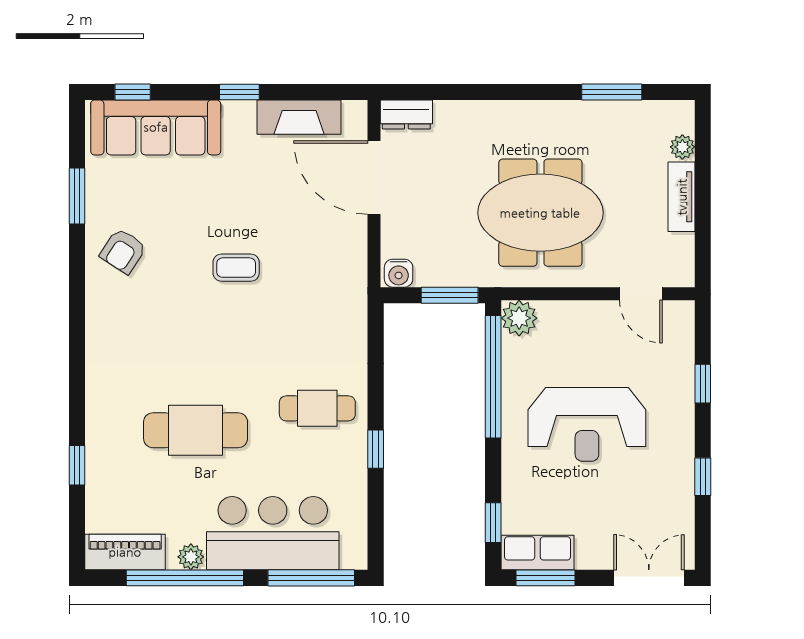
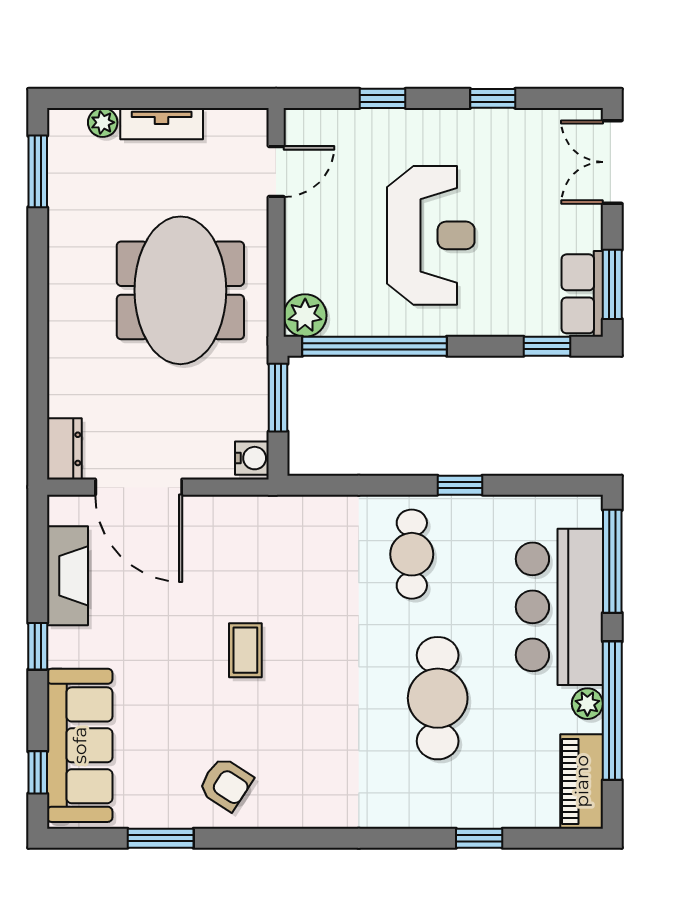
window: (612, 92) -> (38, 171), moved
door: (374, 177) -> (139, 487), hinge flipped

